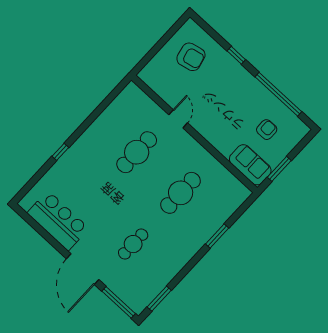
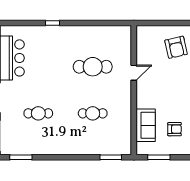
sofa: (250, 165) -> (146, 125), moved
cafe table: (181, 193) -> (93, 113), width x0.73, depth x0.74
window: (217, 236) -> (111, 157), moved

